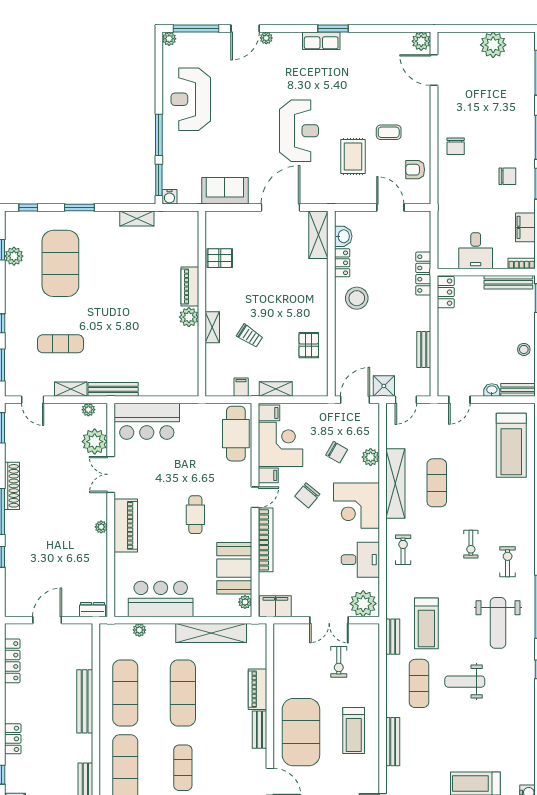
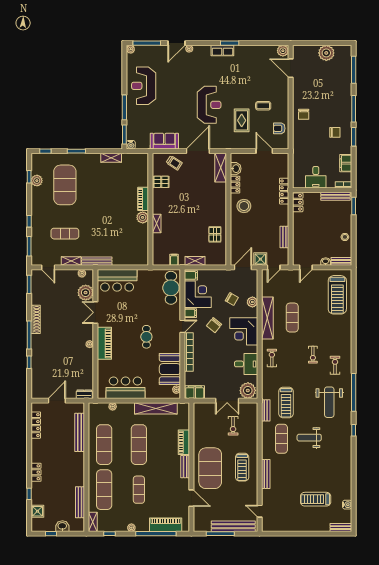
trolley: (250, 336) -> (174, 163), moved
bench: (85, 701) -> (80, 432), moved

